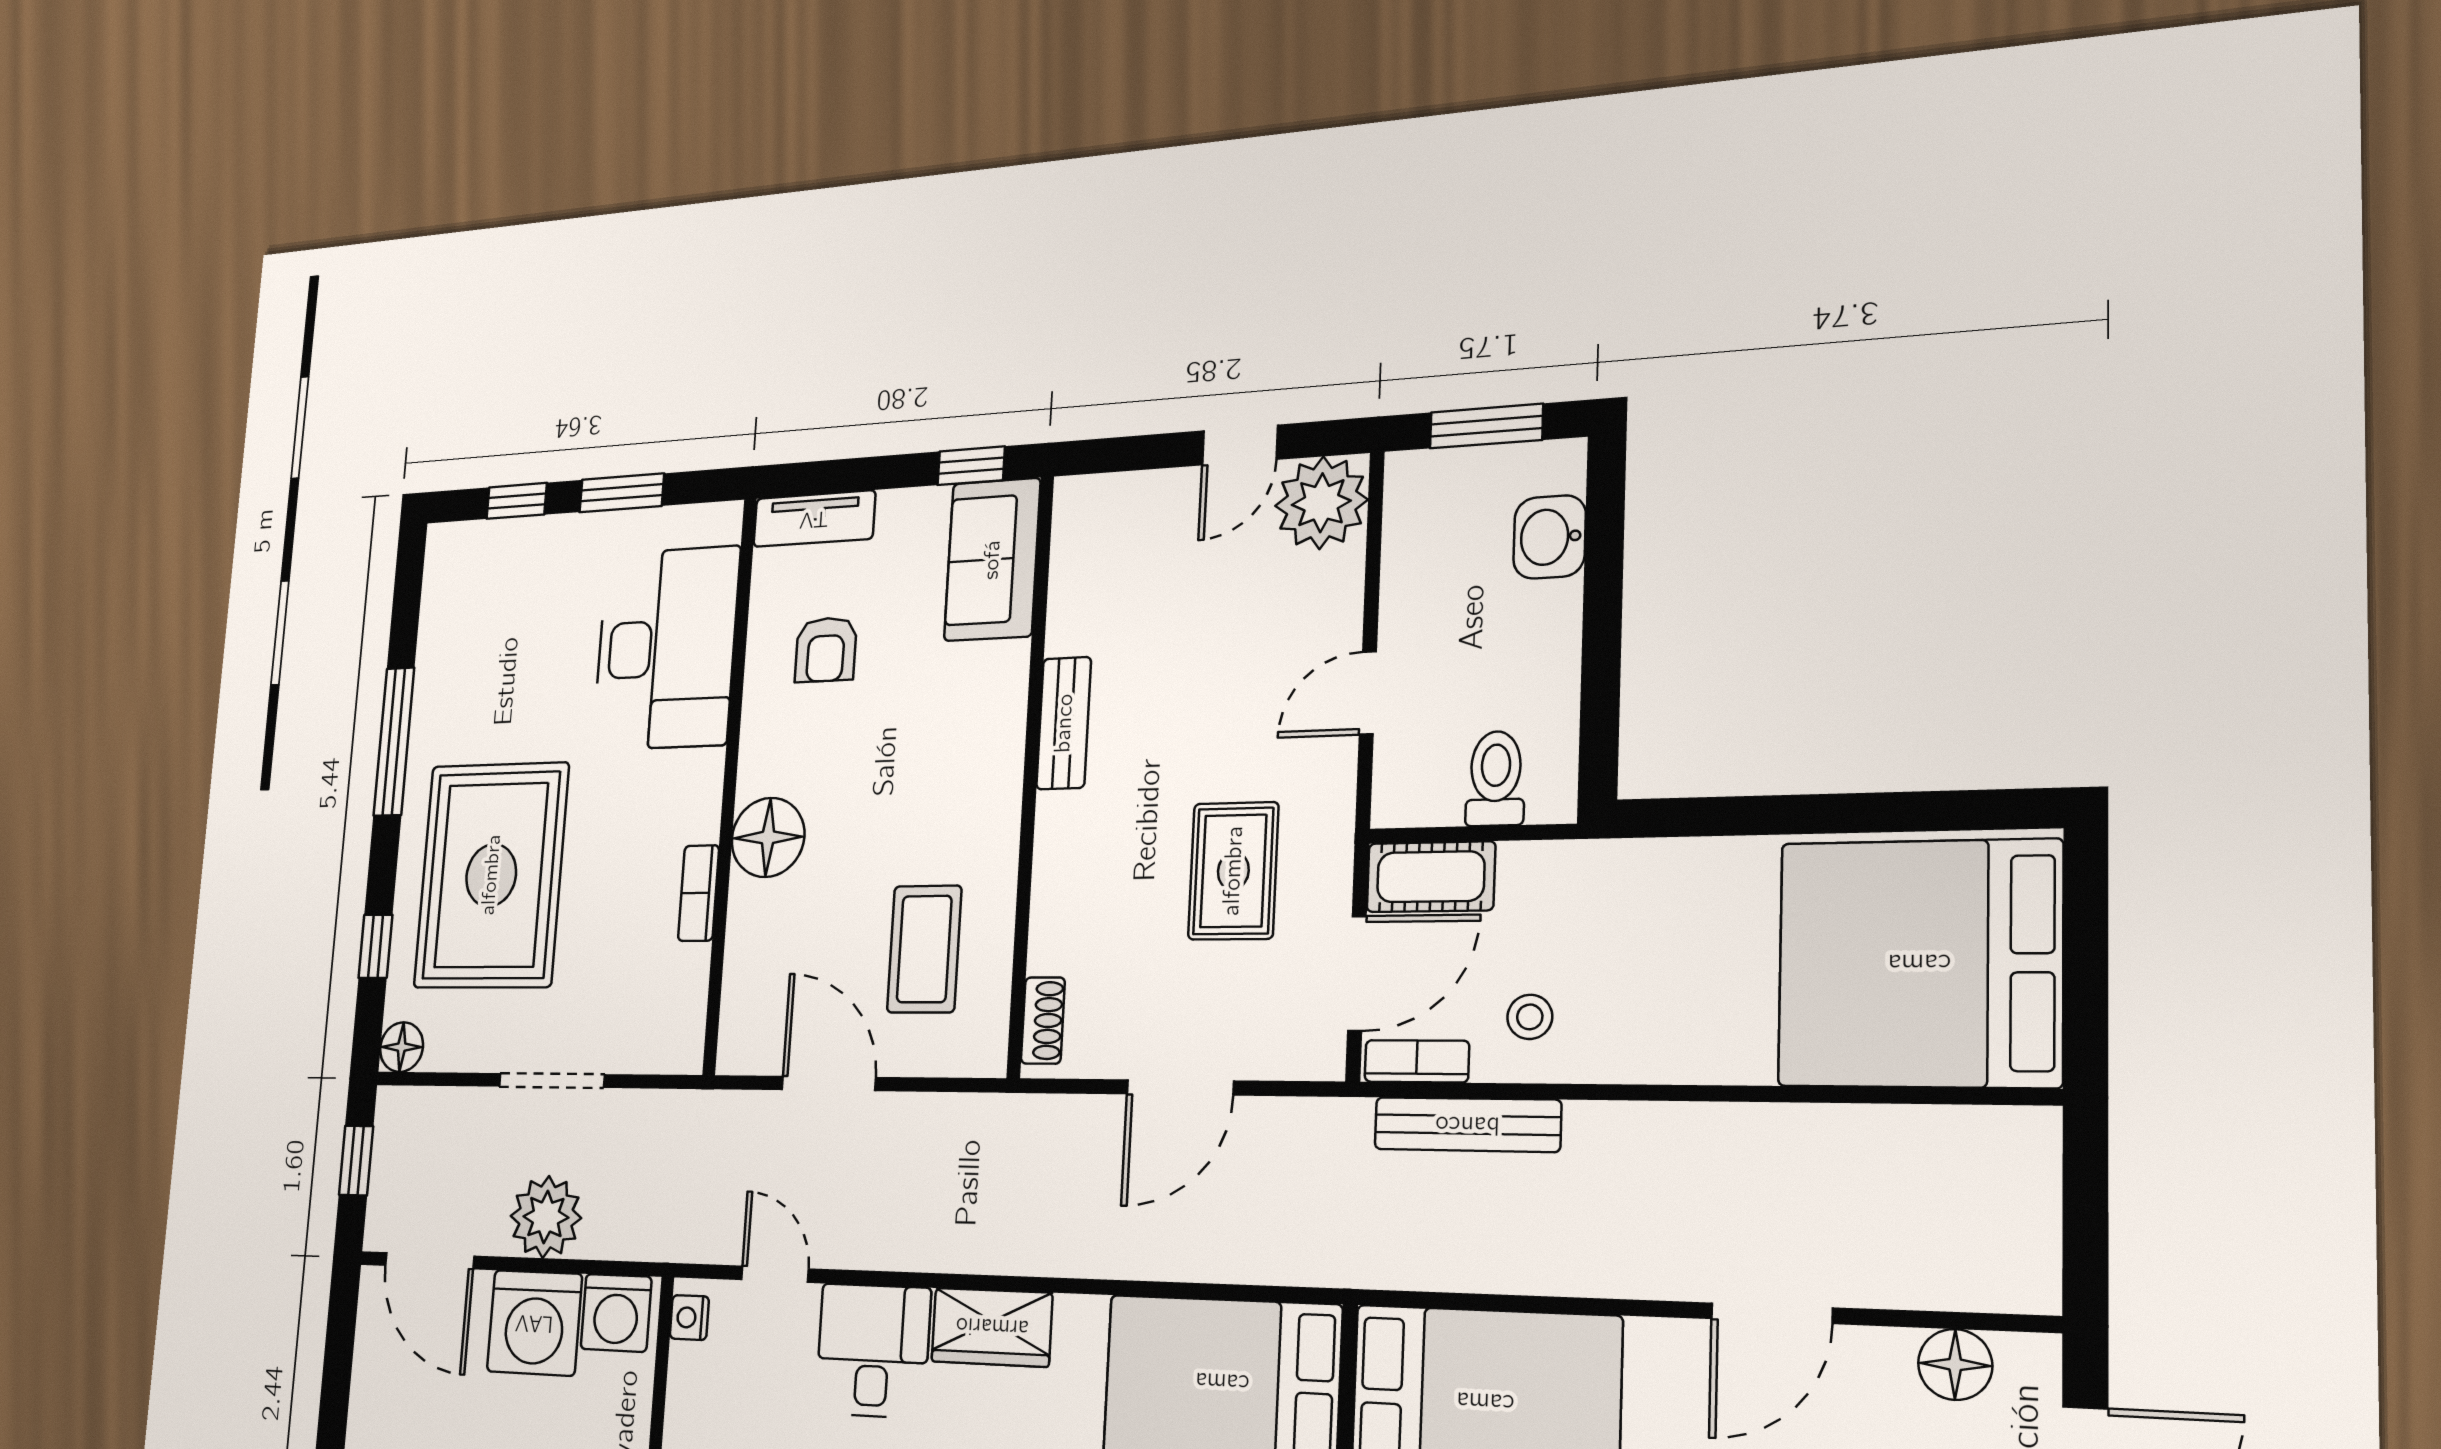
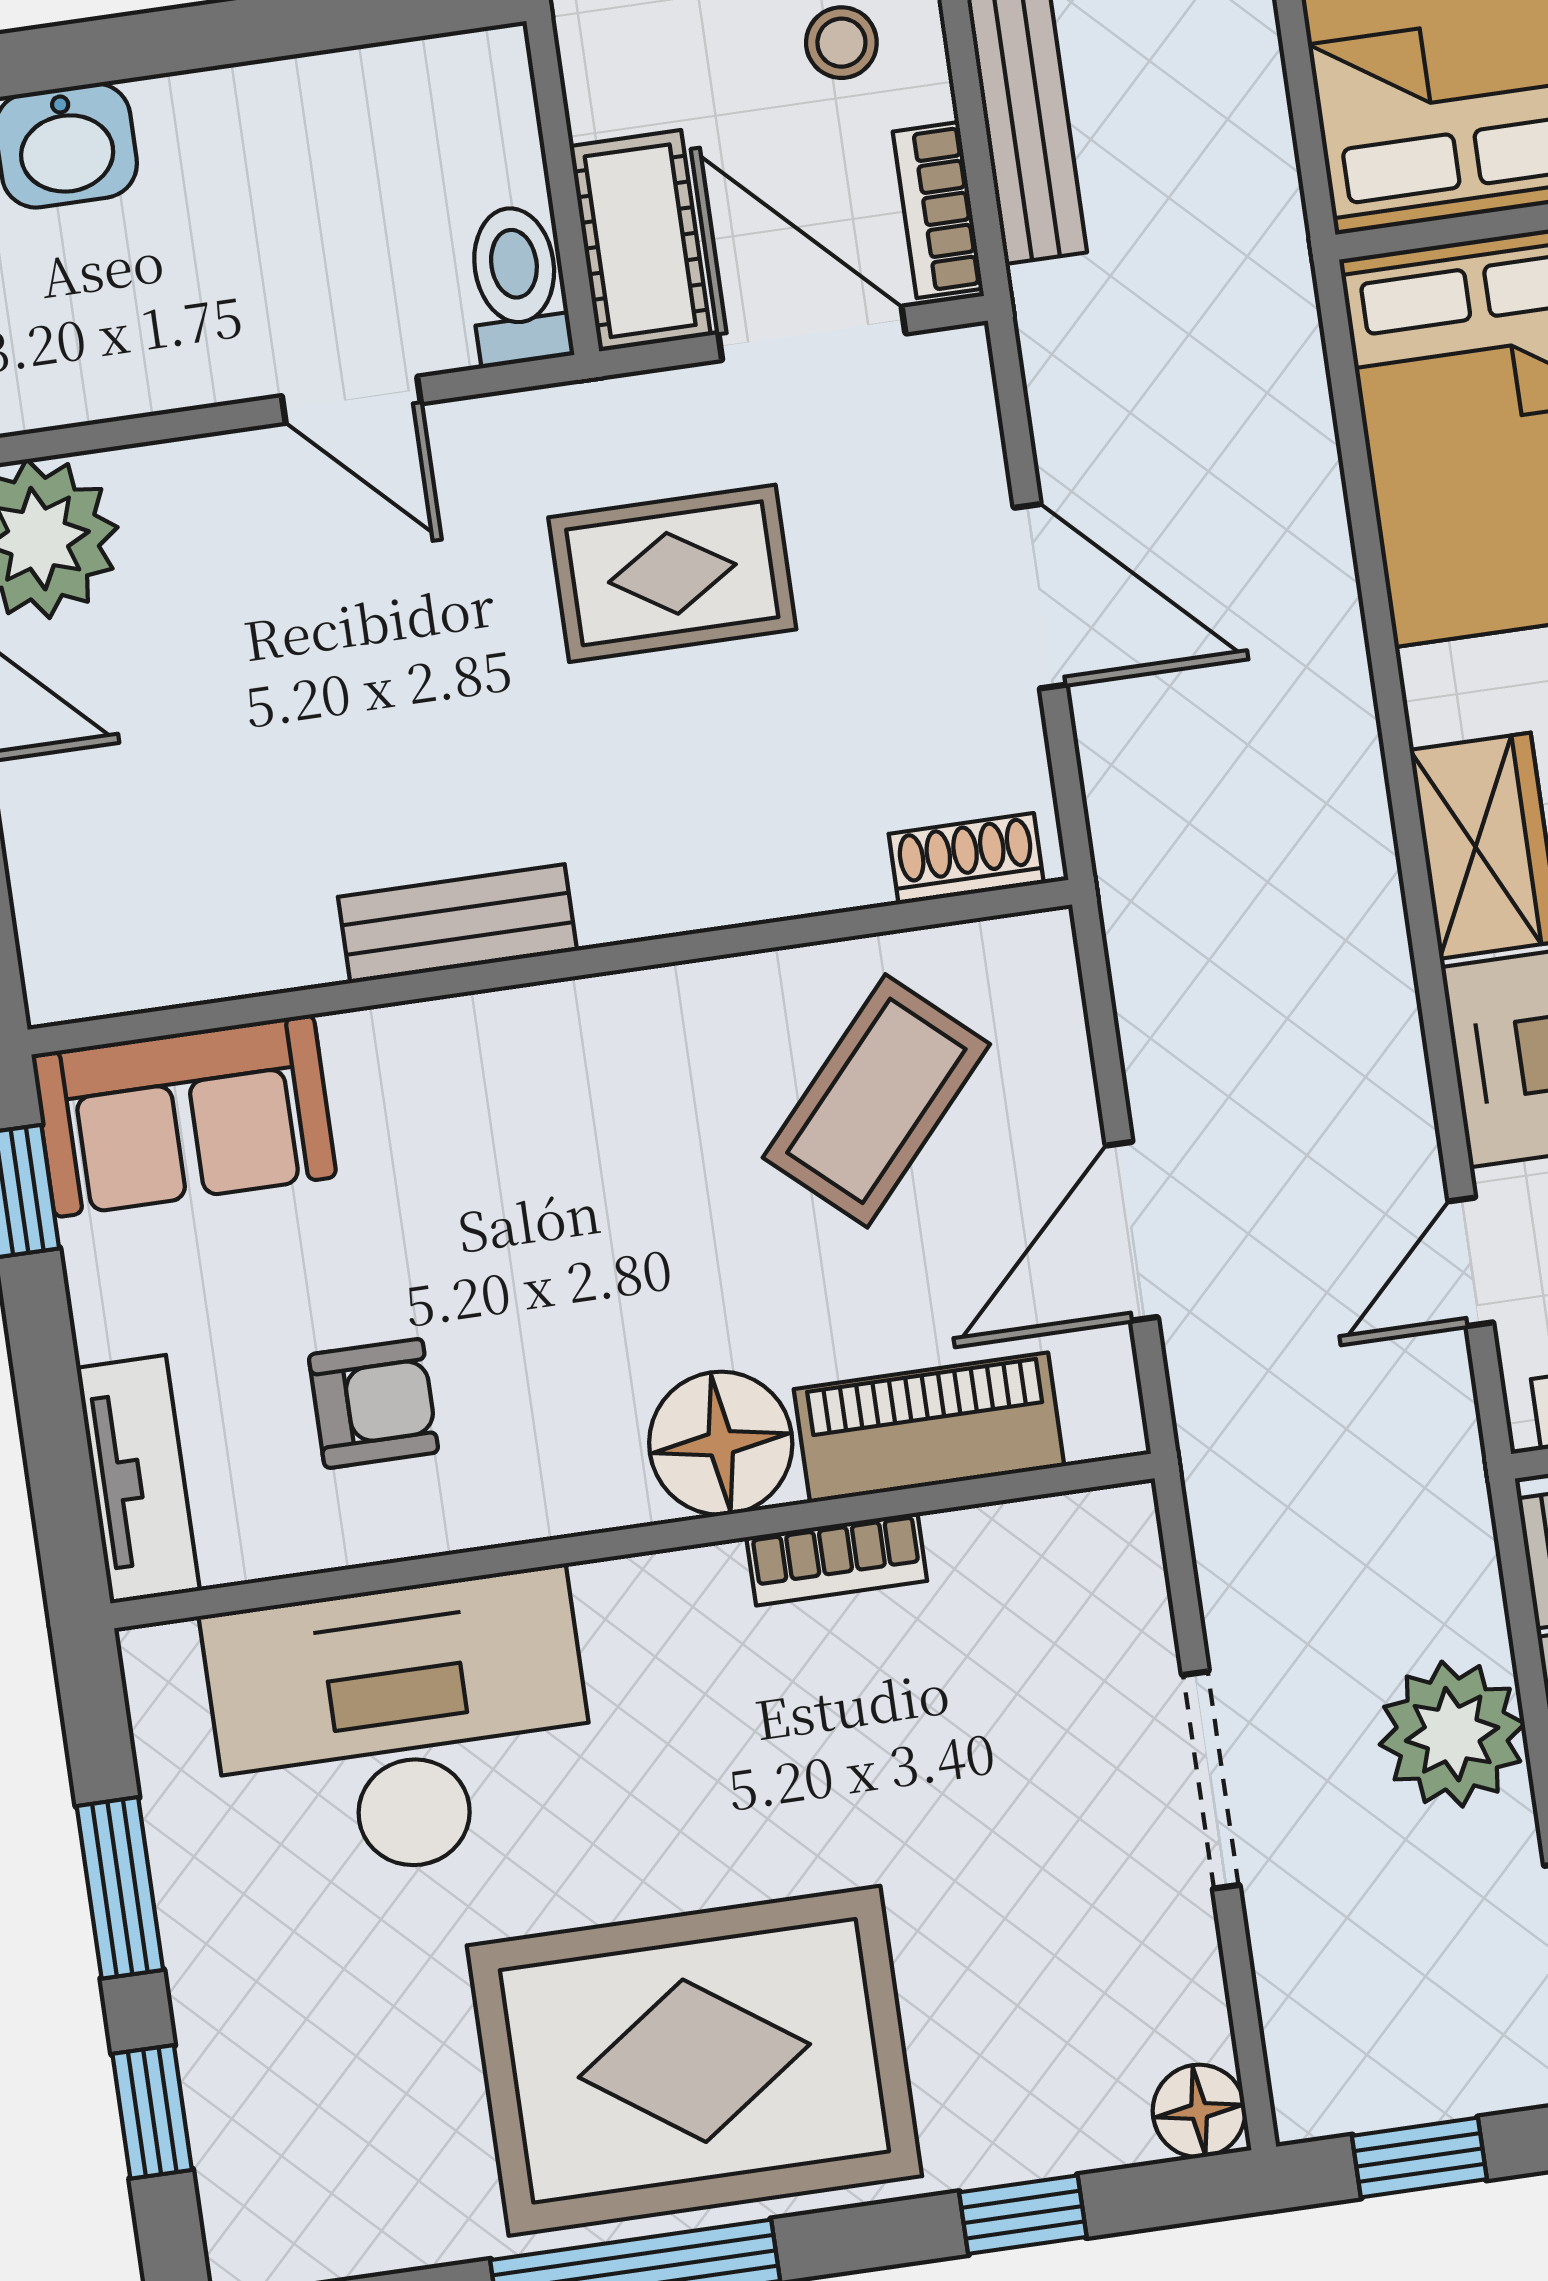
toilet: (1496, 778) -> (517, 285), moved, turned 90
rug: (491, 875) -> (694, 2061), moved
coffee table: (924, 949) -> (876, 1101), turned -48
piano: (753, 954) -> (929, 1428), added

